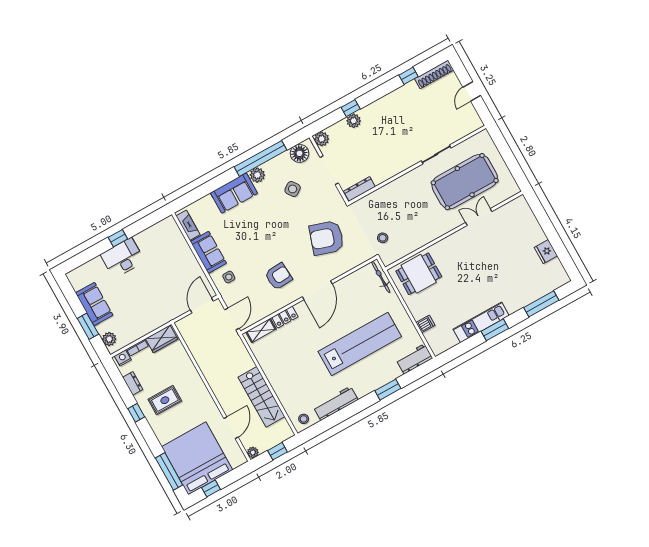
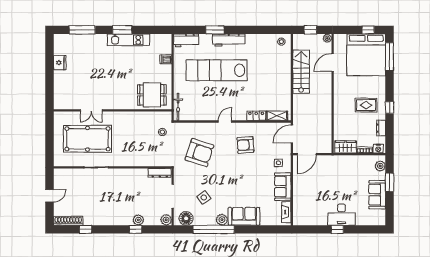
door: (317, 290) -> (225, 121), width x0.53
workbench: (336, 403) -> (229, 40), moved

